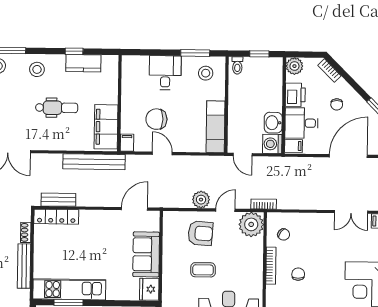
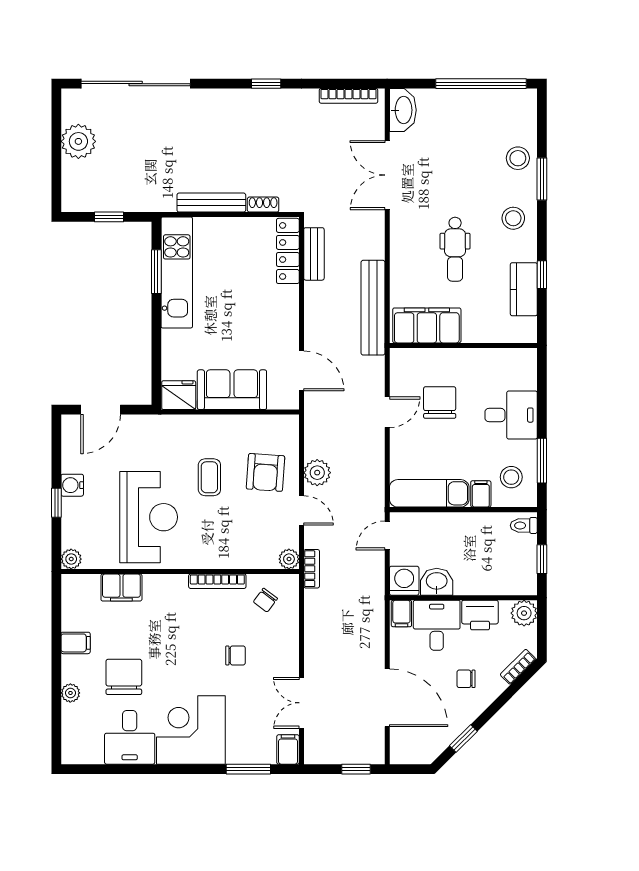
filing cabinet: (127, 143) -> (481, 494), moved, turned -90
plant: (251, 224) -> (289, 559), width x0.53, depth x0.53
chair: (298, 274) -> (235, 655), moved

